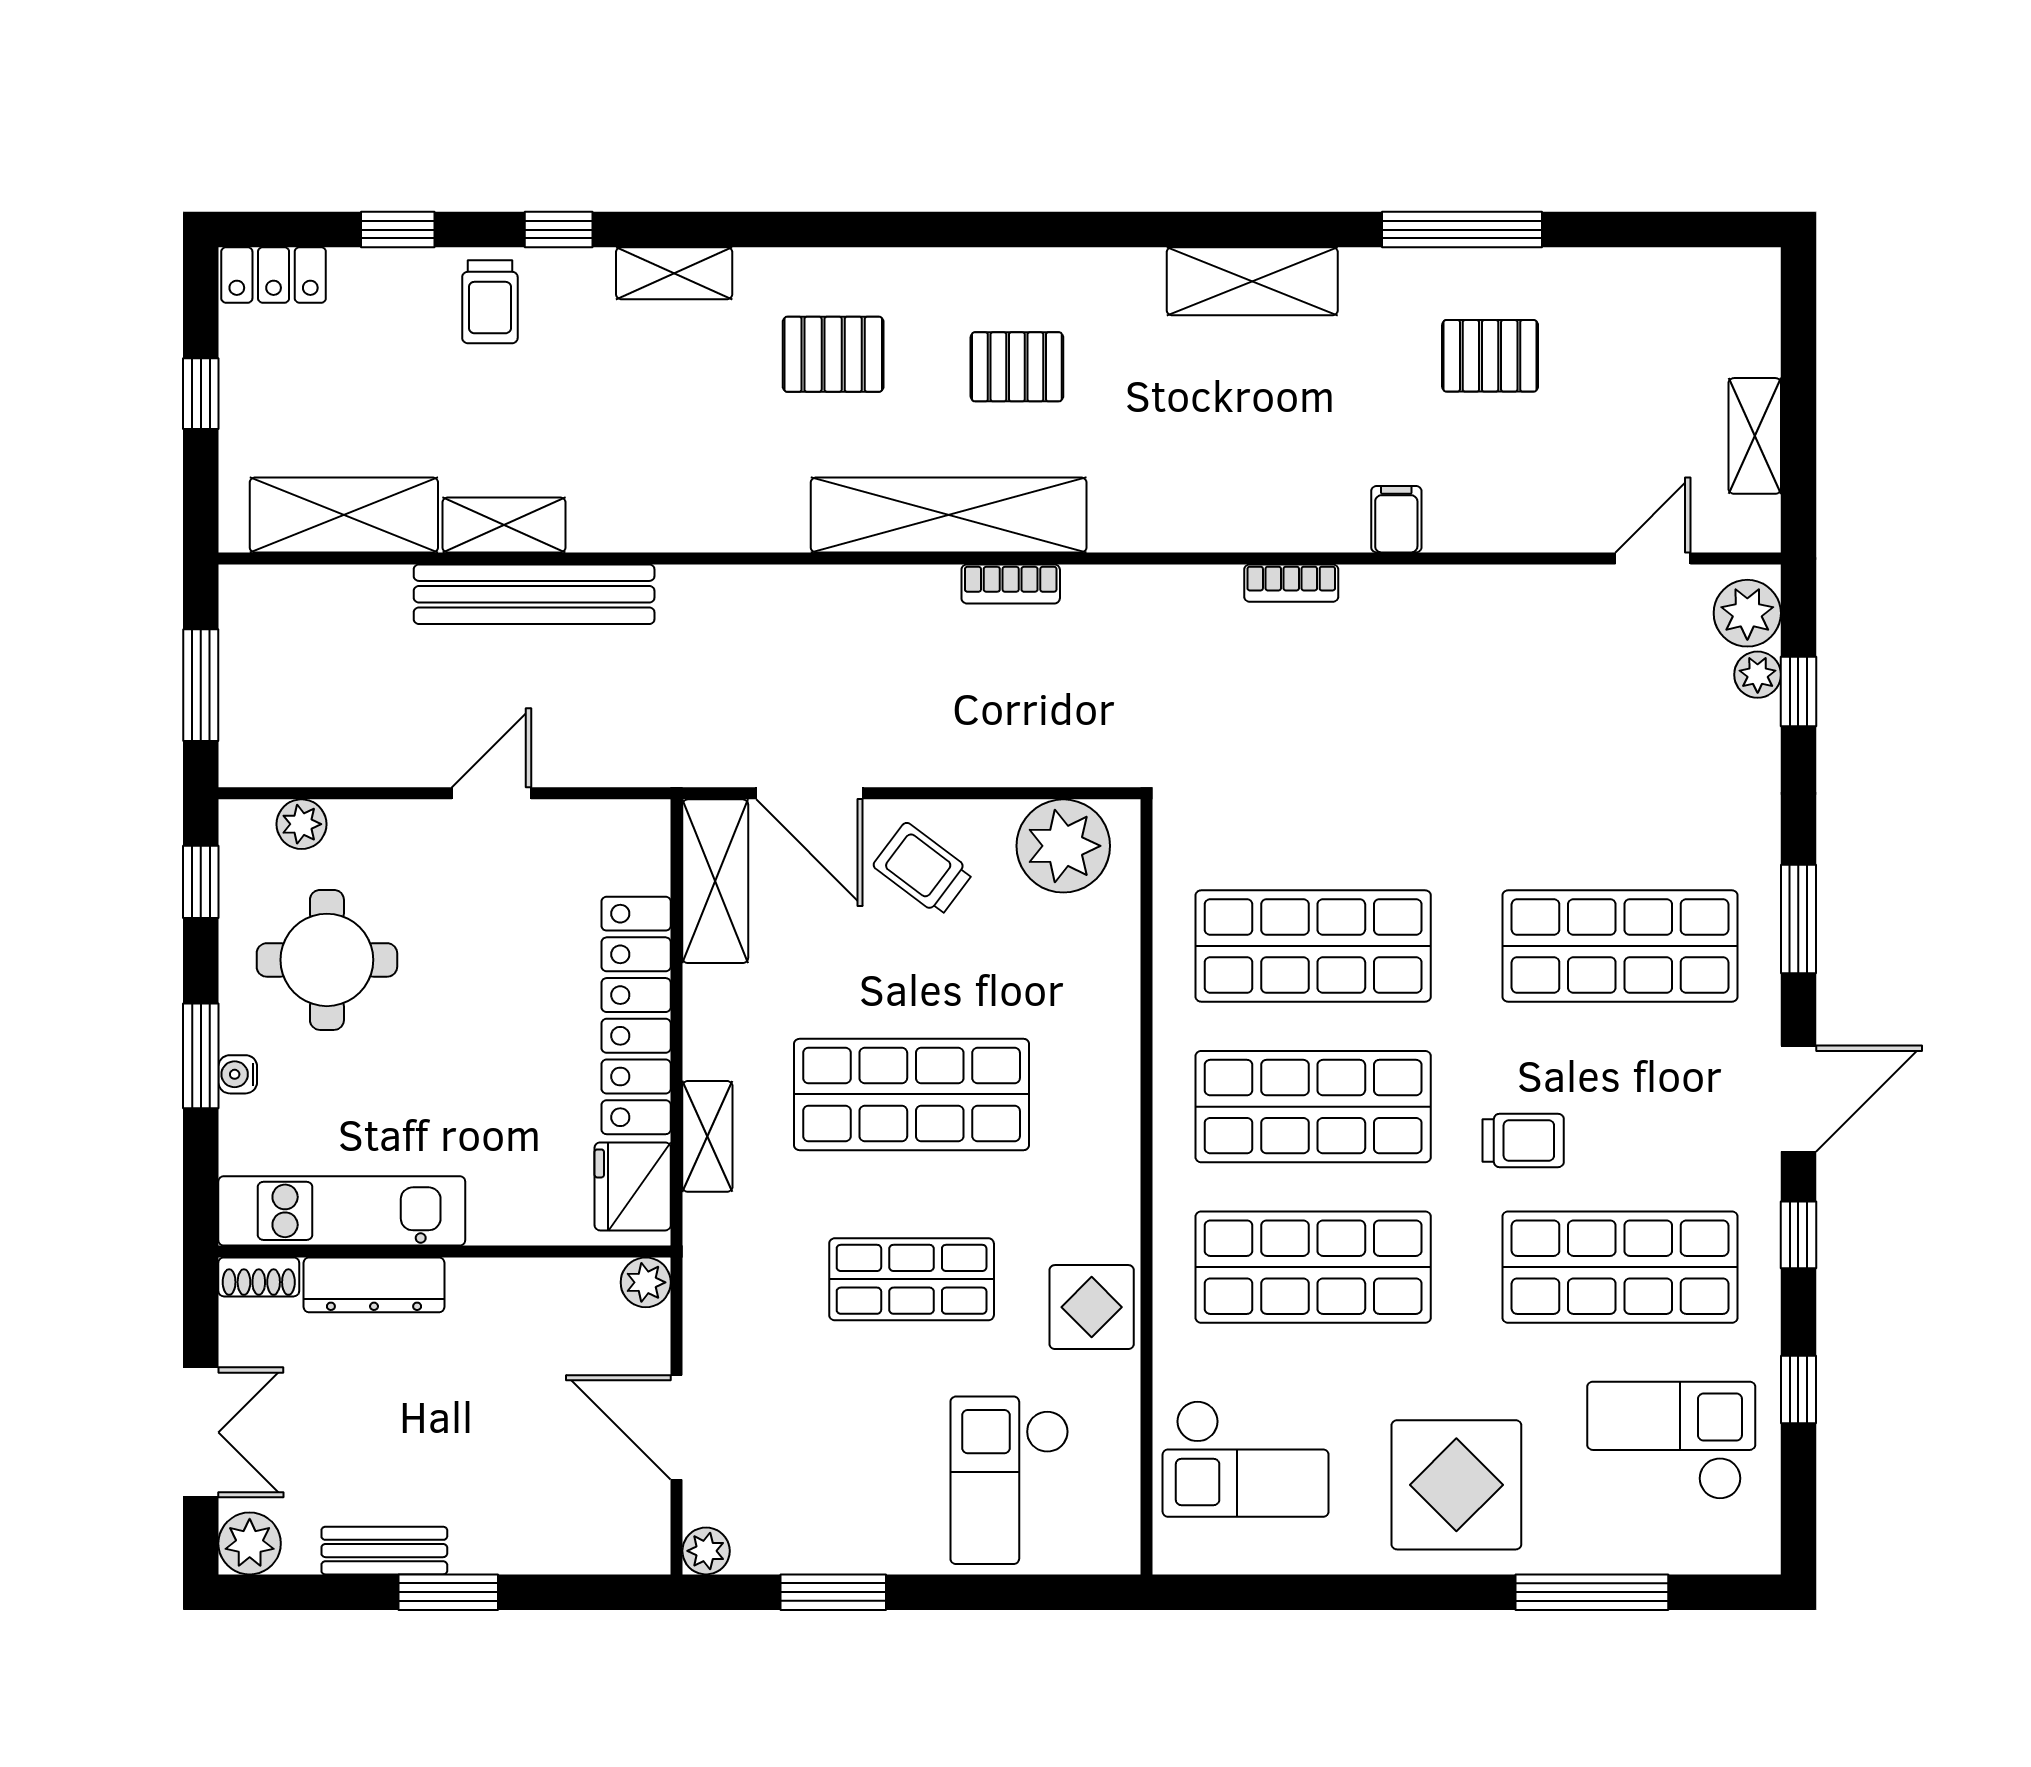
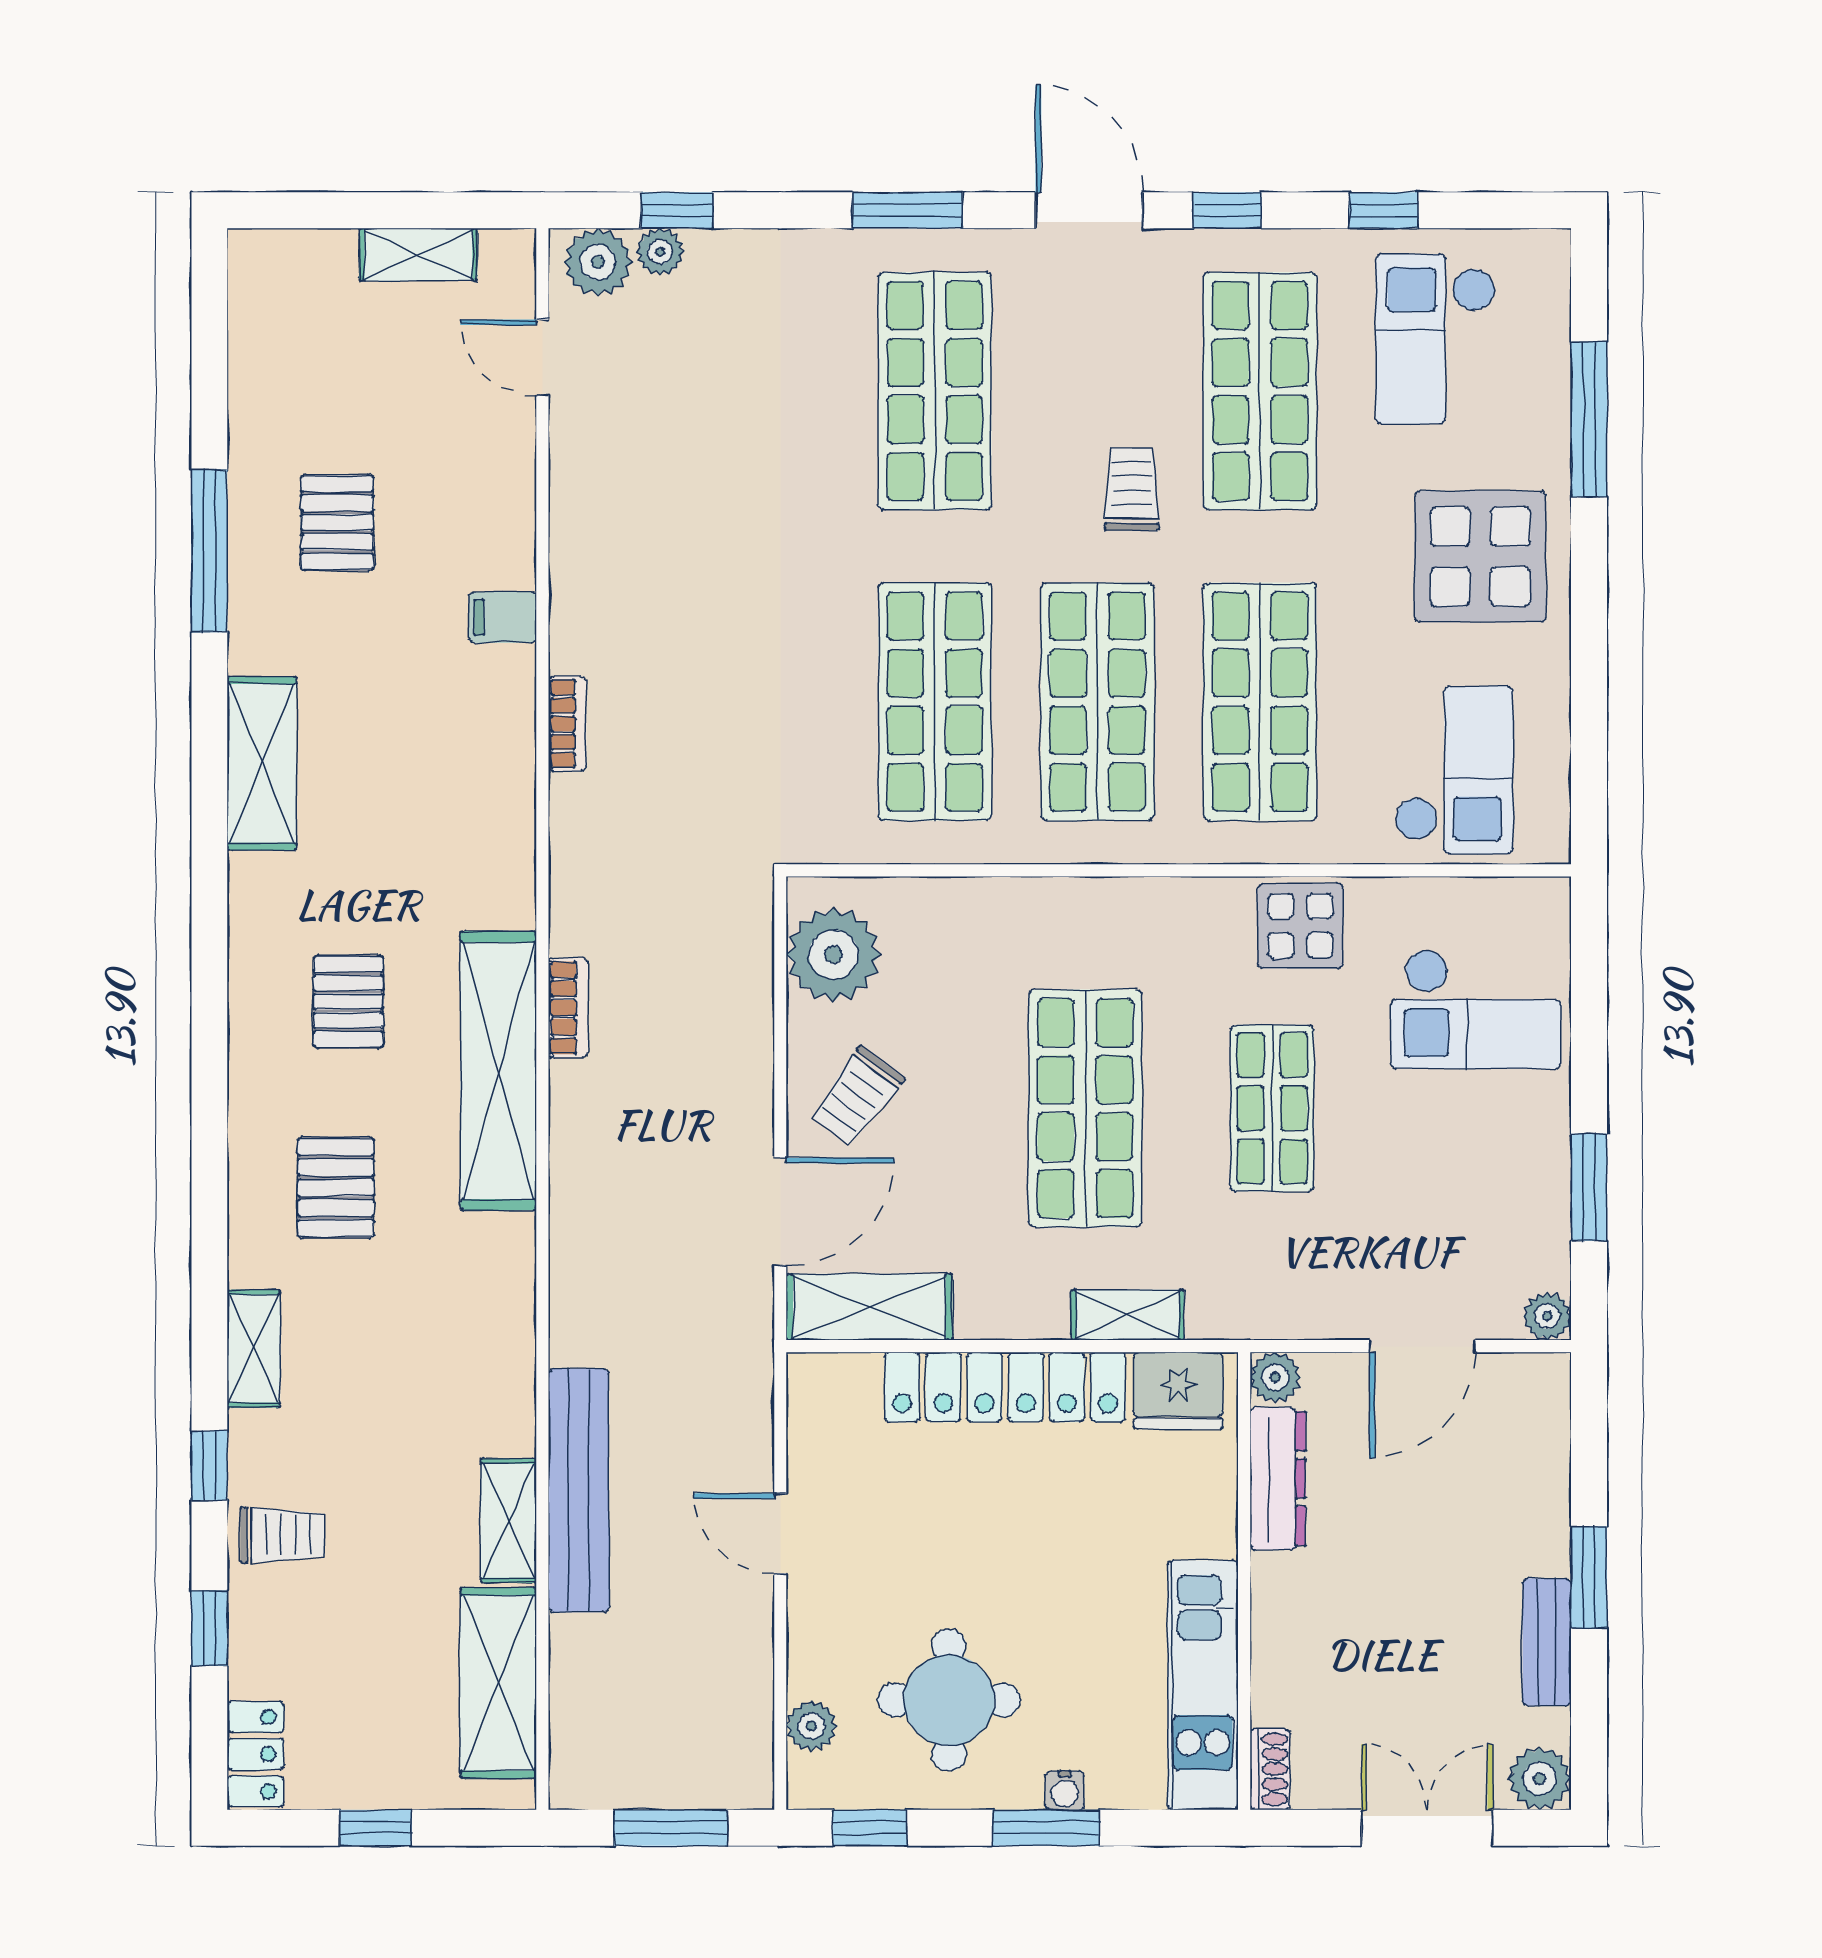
dresser: (374, 1285) -> (1278, 1479), moved

